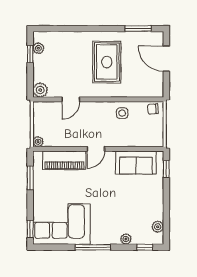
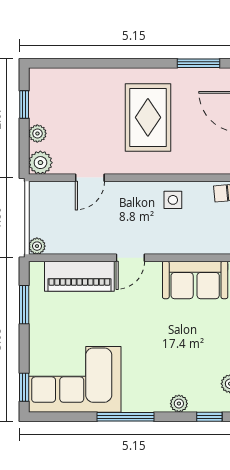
plant: (38, 48) -> (37, 133), moved

